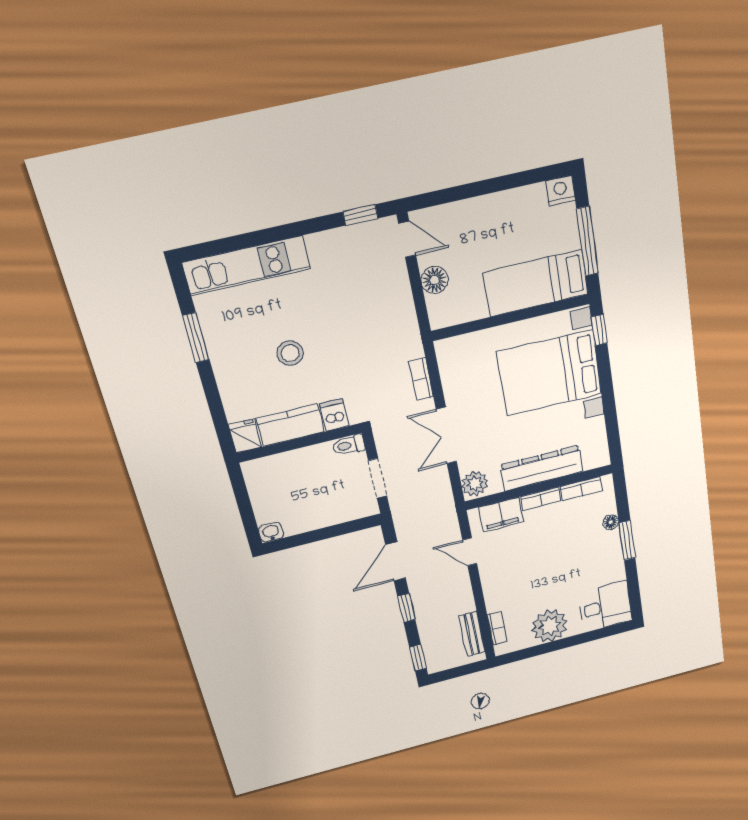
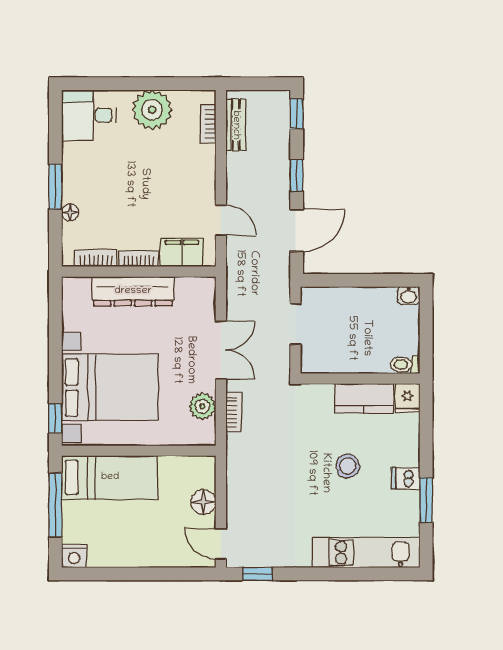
dishwasher: (334, 415) -> (406, 478), moved, turned 90
toilet: (349, 445) -> (405, 364), moved, turned 180
plant: (475, 484) -> (202, 406), moved

